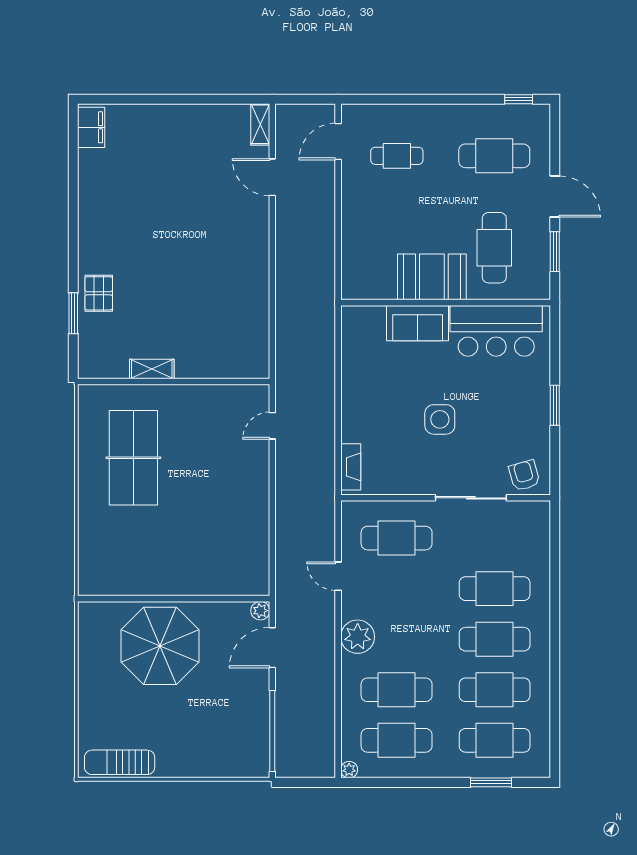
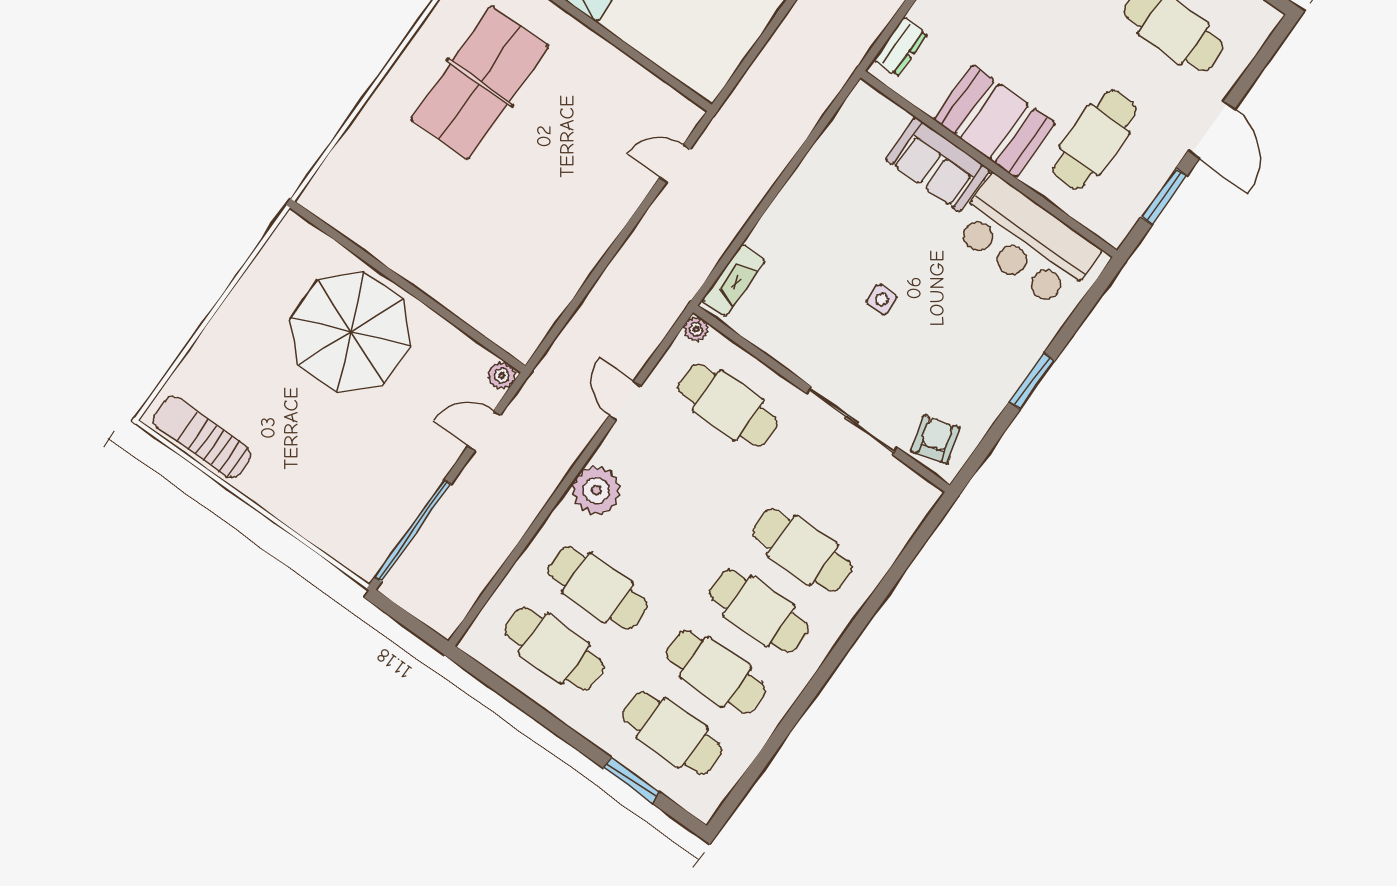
dresser: (351, 273) -> (900, 47), added
side table: (440, 419) -> (882, 300), width x0.54, depth x0.54
door: (272, 648) -> (484, 430), width x0.73
plant: (349, 770) -> (696, 329), moved

